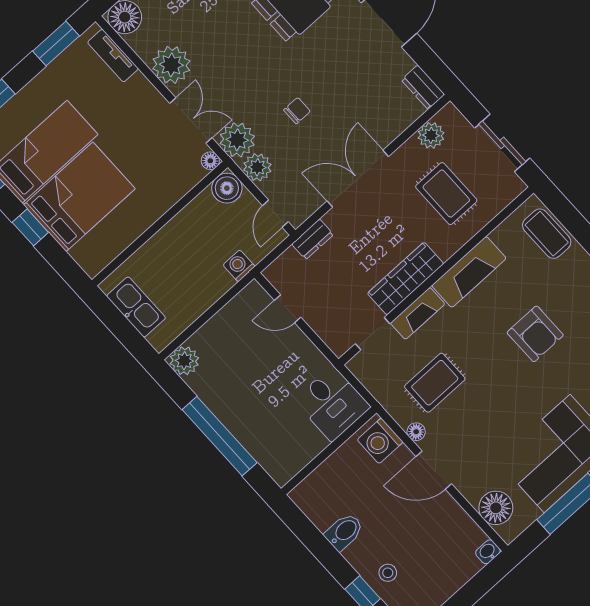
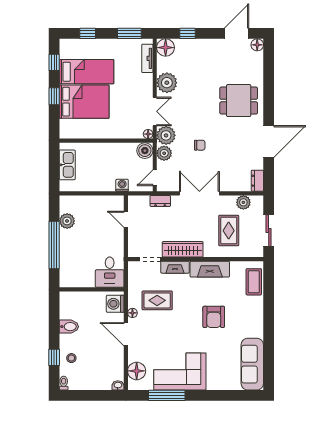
plant: (184, 361) -> (67, 221), moved

